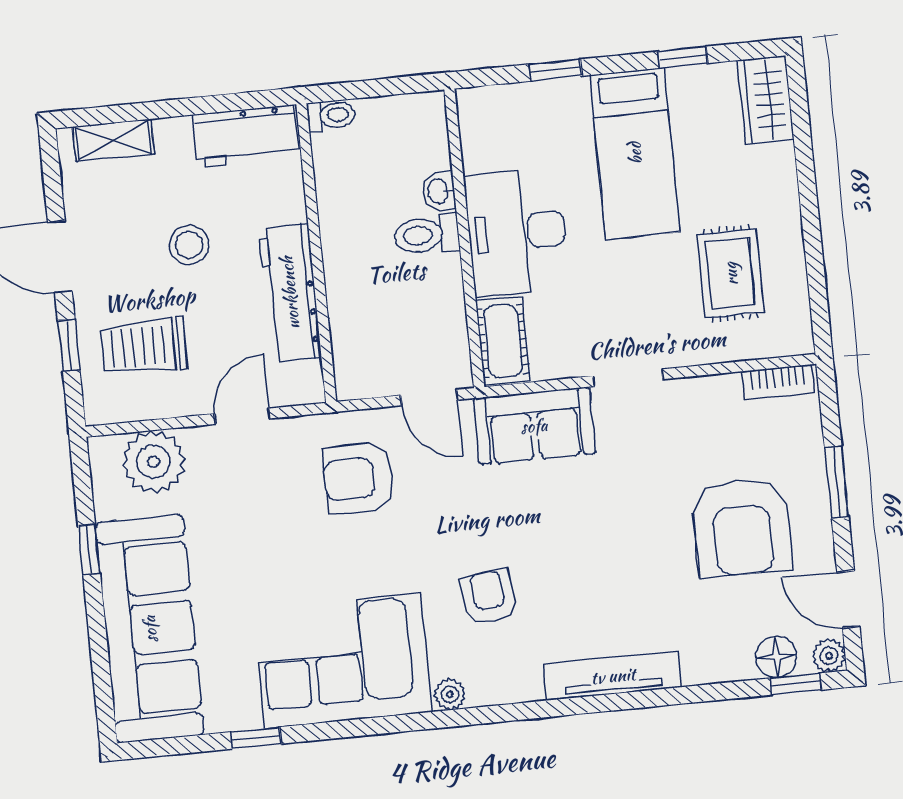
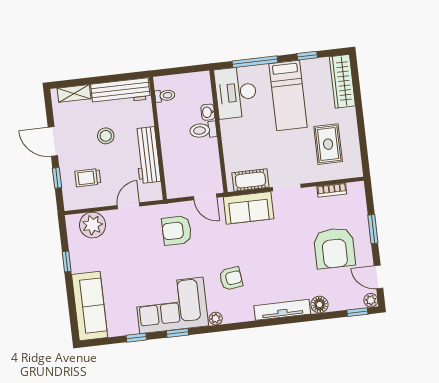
window: (555, 70) -> (255, 62), width x2.17
wardrobe: (765, 100) -> (342, 81), width x1.50
toilet: (331, 115) -> (165, 96), moved
workbench: (246, 136) -> (120, 92), width x1.38
desk: (517, 232) -> (236, 93), moved
cot: (503, 341) -> (250, 180), moved, turned 90
trolley: (144, 346) -> (88, 178), width x0.73, depth x0.72
bookcase: (778, 382) -> (332, 190), moved
armchair: (489, 597) -> (231, 278), turned 90
sofa: (150, 629) -> (90, 306), width x0.74, depth x0.79
floor lamp: (776, 657) -> (319, 305), moved
window: (356, 728) -> (178, 333), added

